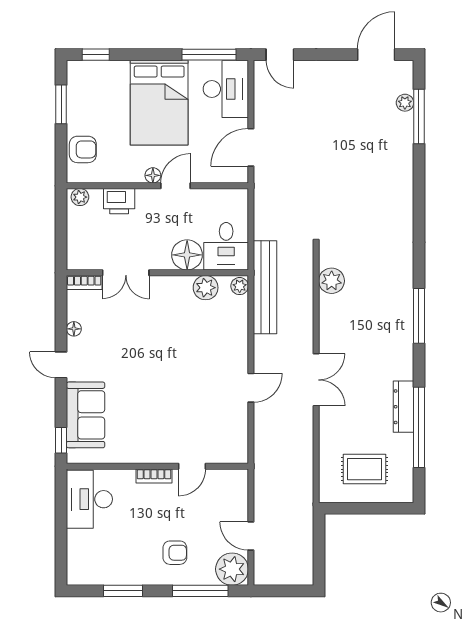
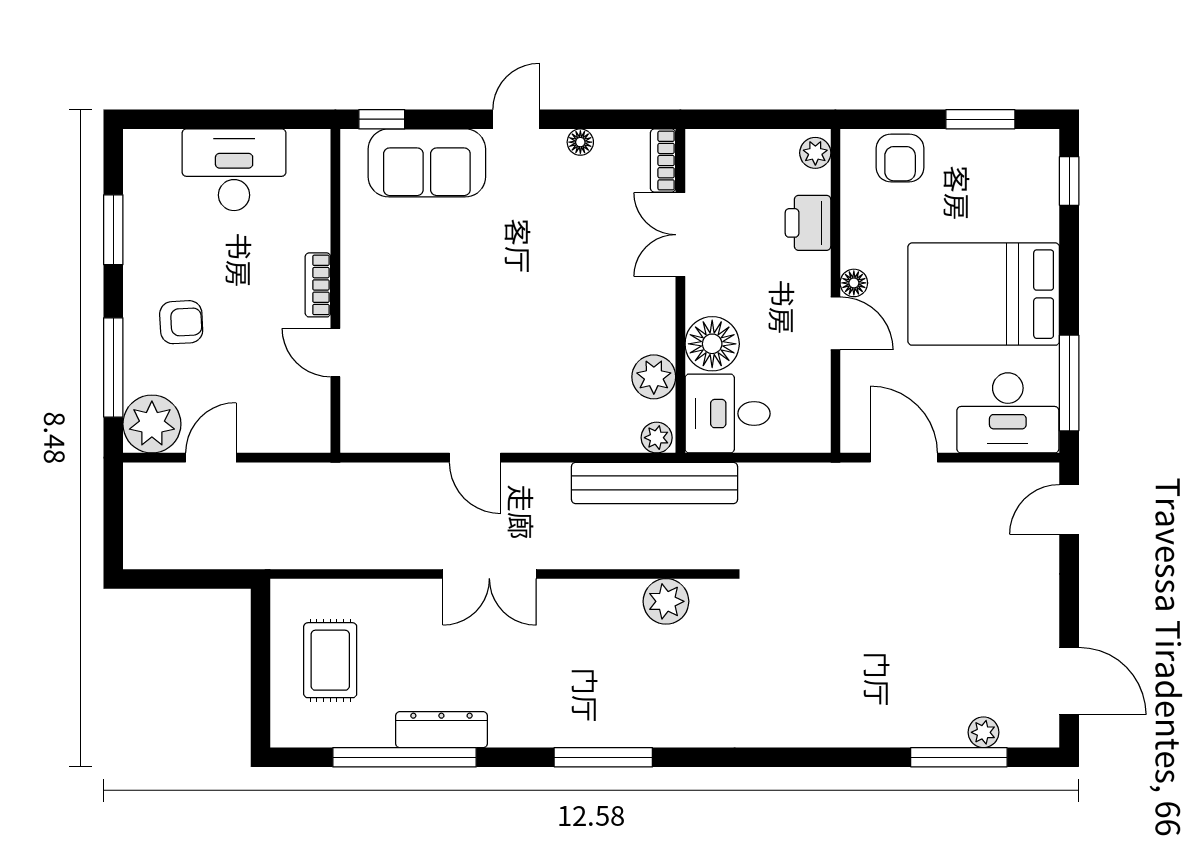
desk: (89, 499) -> (234, 170), moved
armchair: (175, 553) -> (181, 322), turned -93

